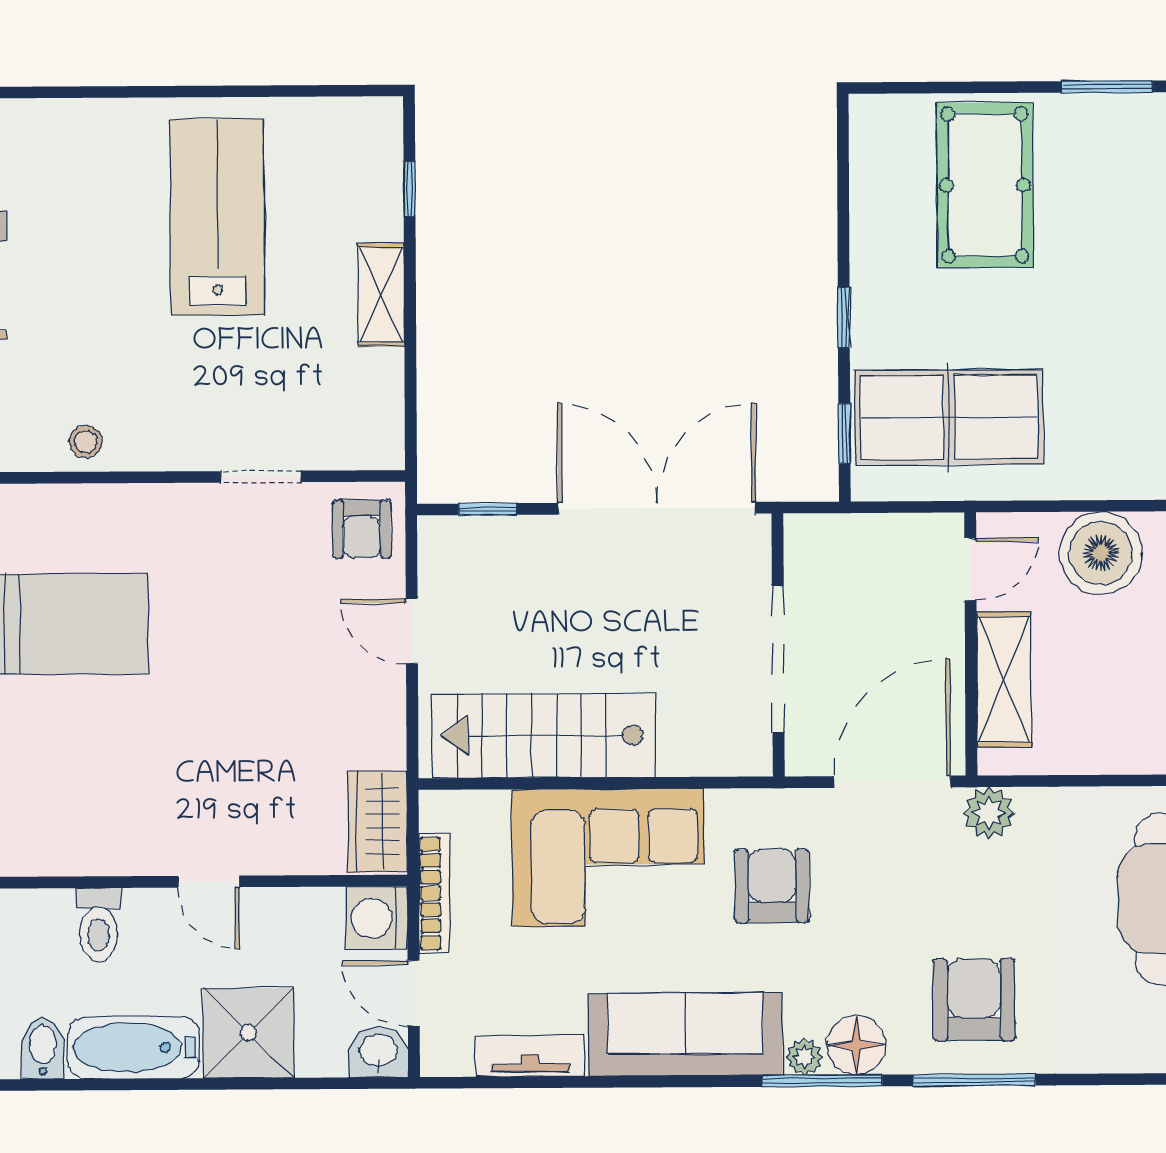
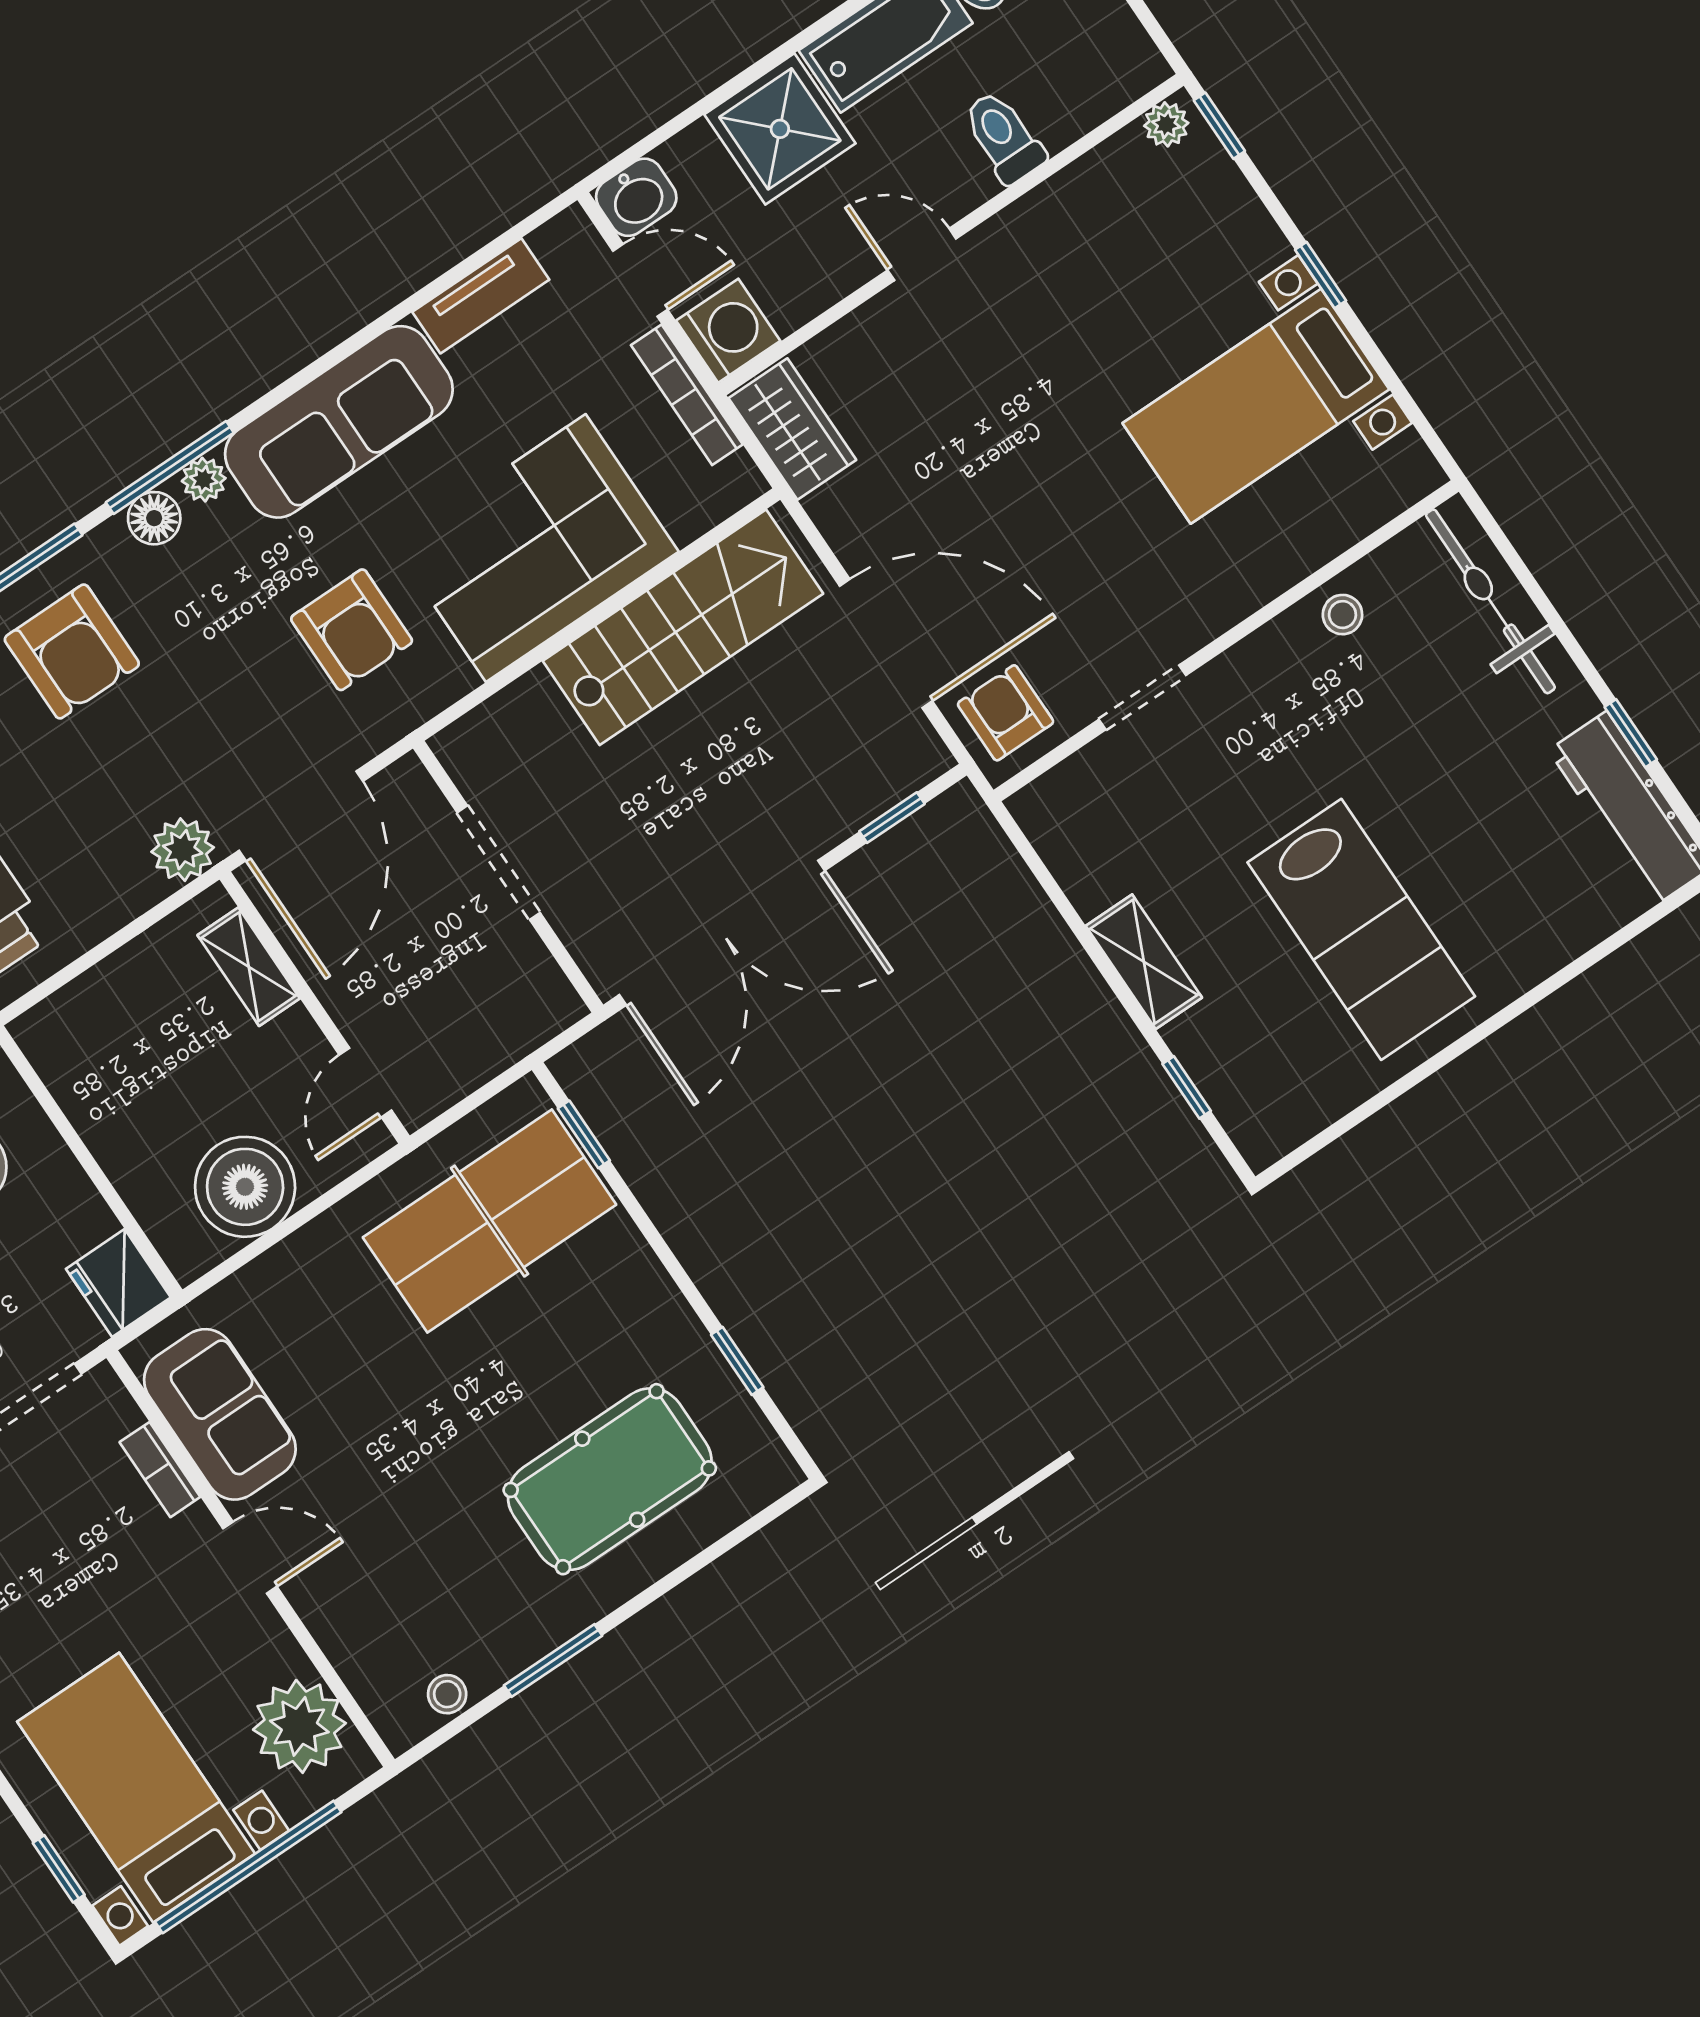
pool table: (985, 185) -> (610, 1479), turned 90
window: (844, 317) -> (737, 1361), moved
door: (412, 631) -> (886, 643), width x1.88
doorway: (778, 659) -> (499, 863), width x0.73
shelving: (1004, 680) -> (249, 967), width x0.67, depth x0.75
floor lamp: (856, 1045) -> (154, 518), width x0.73, depth x0.73

